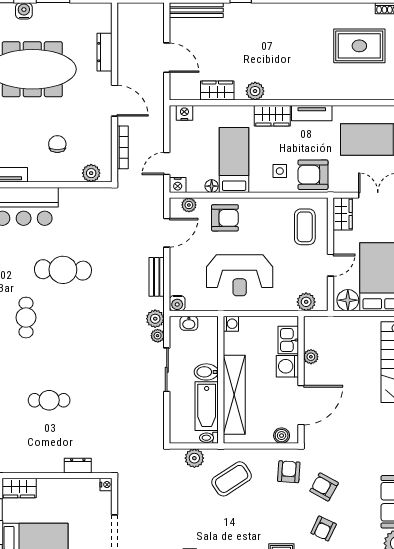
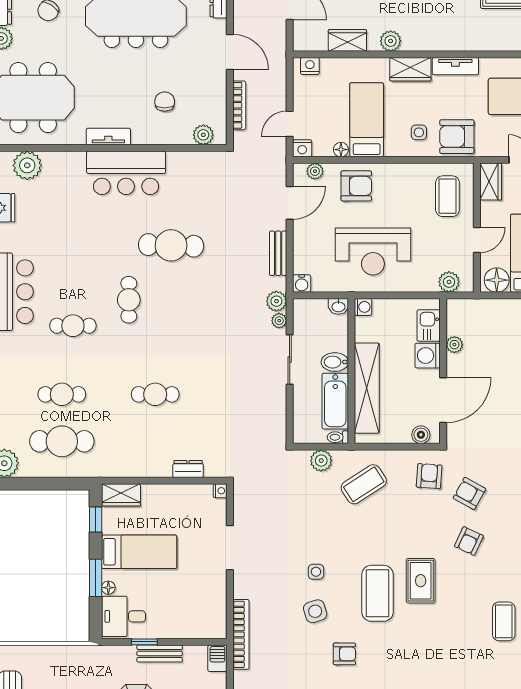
washbasin: (189, 323) -> (338, 306), moved

